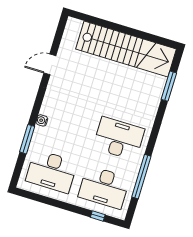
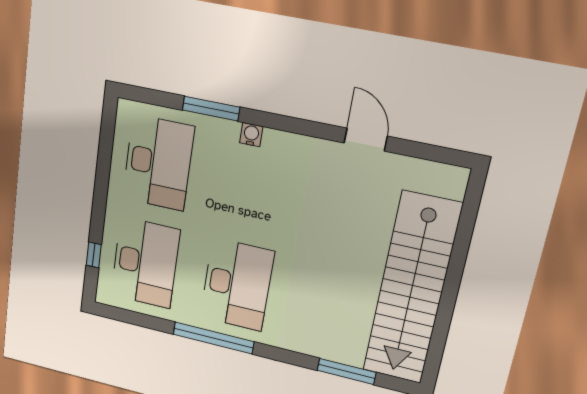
desk: (51, 171) -> (158, 163), turned 180
window: (141, 177) -> (213, 338), moved
desk: (104, 187) -> (145, 263), turned 180

